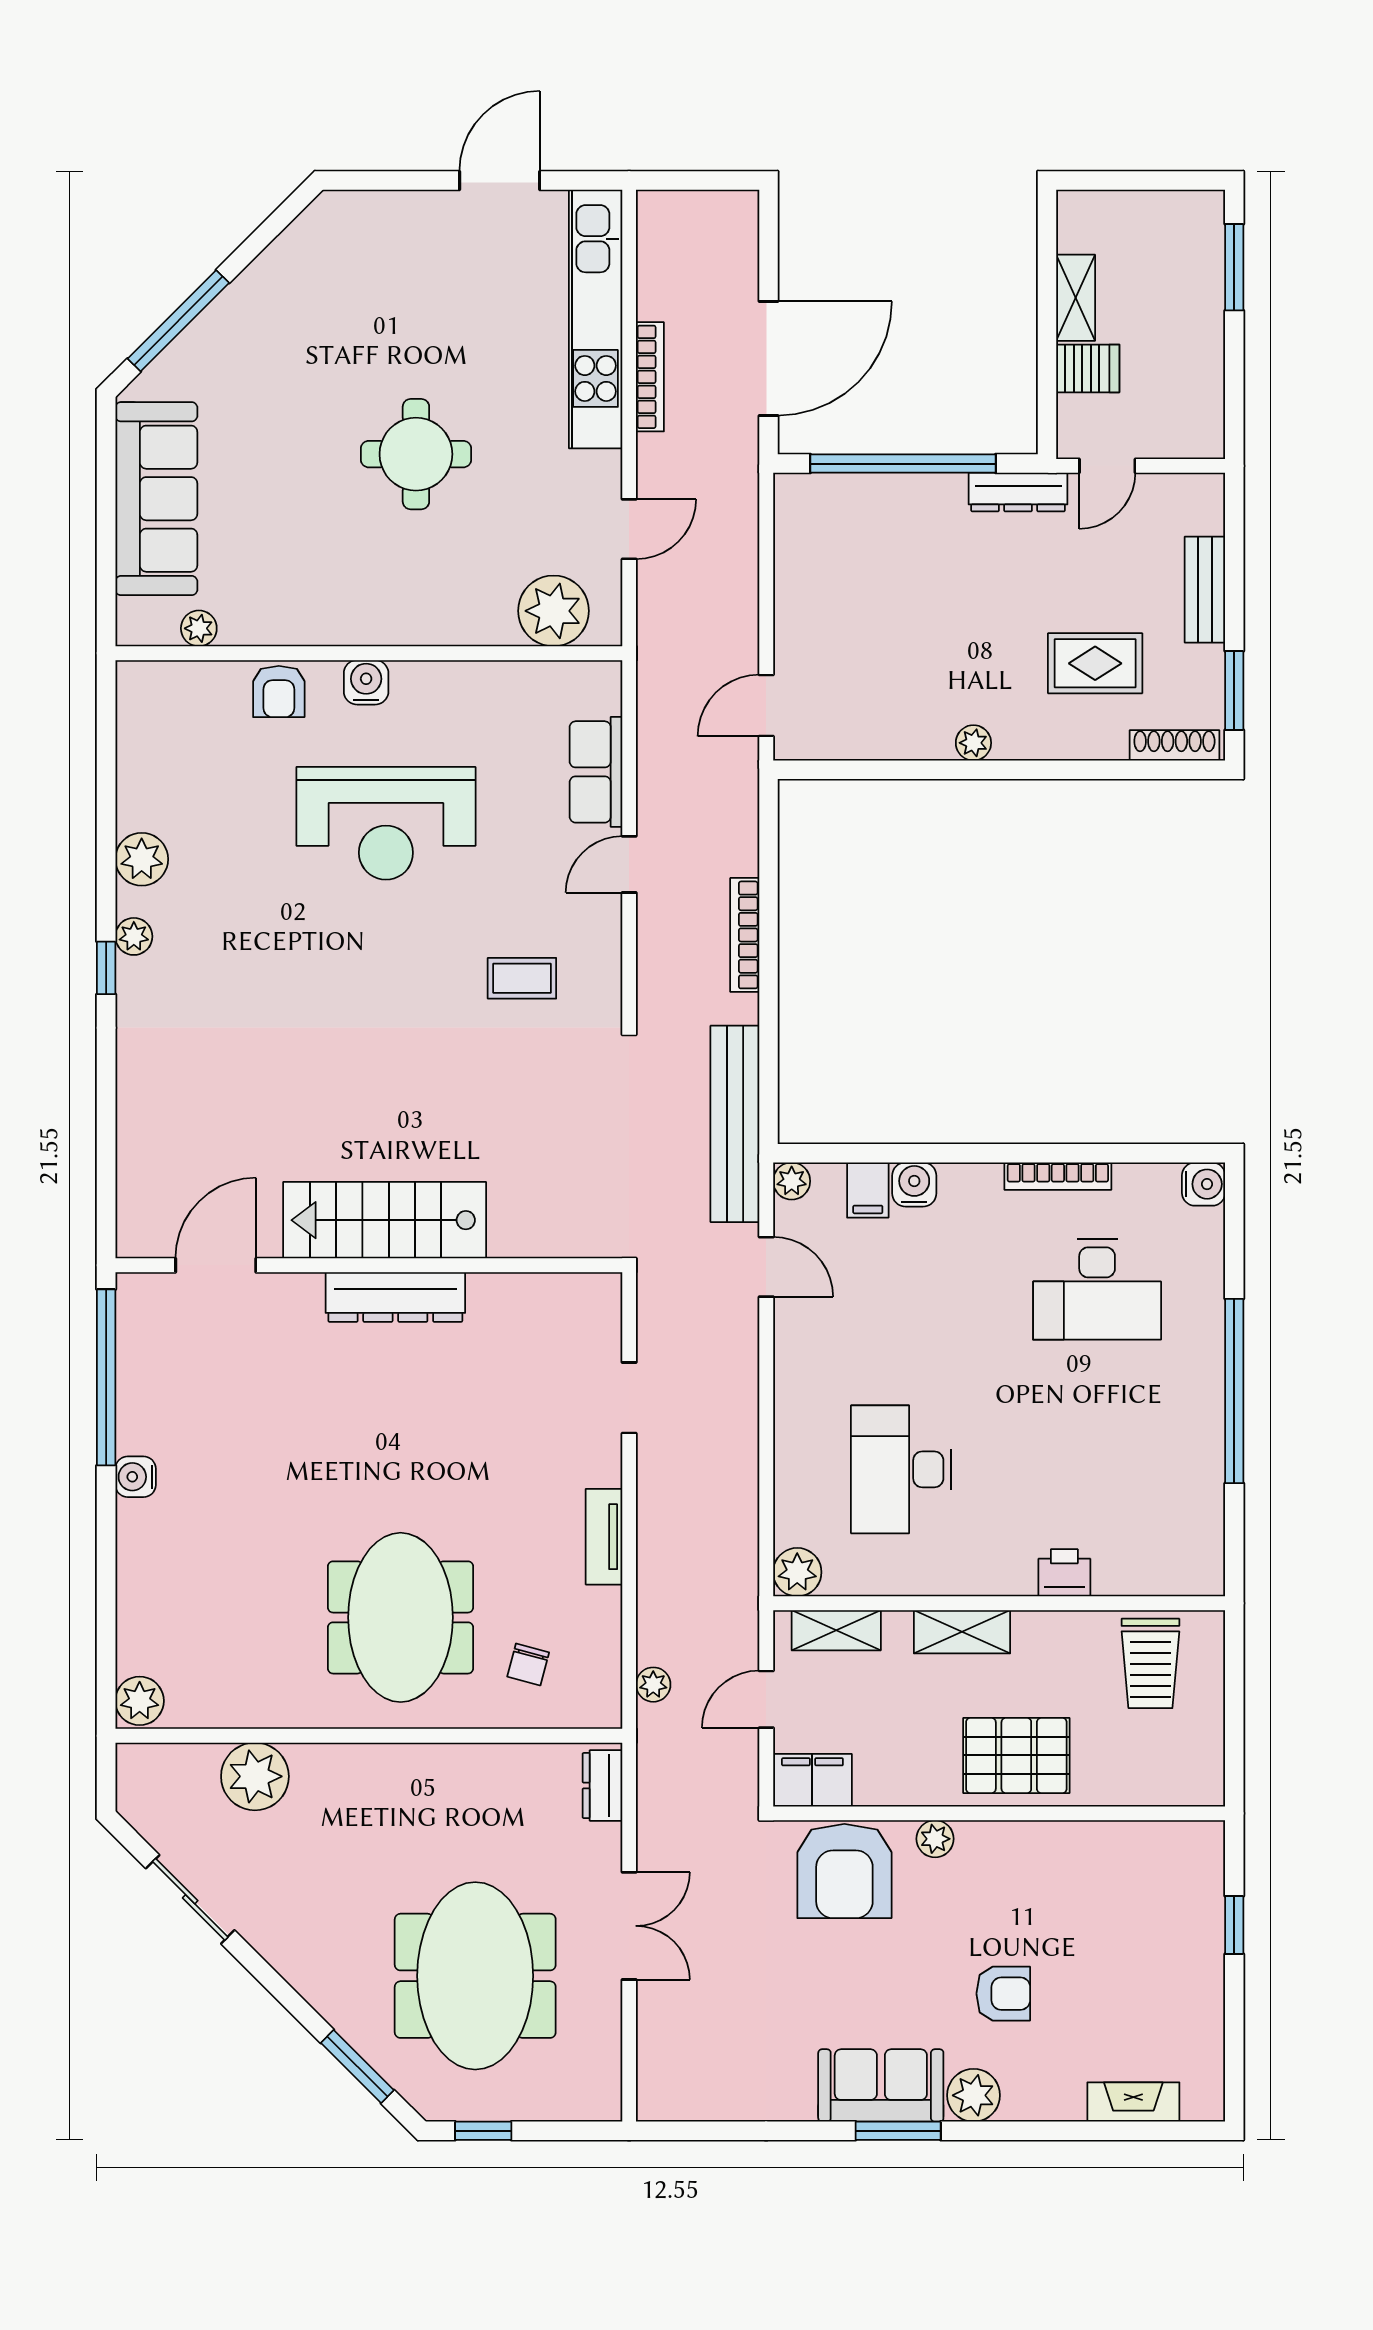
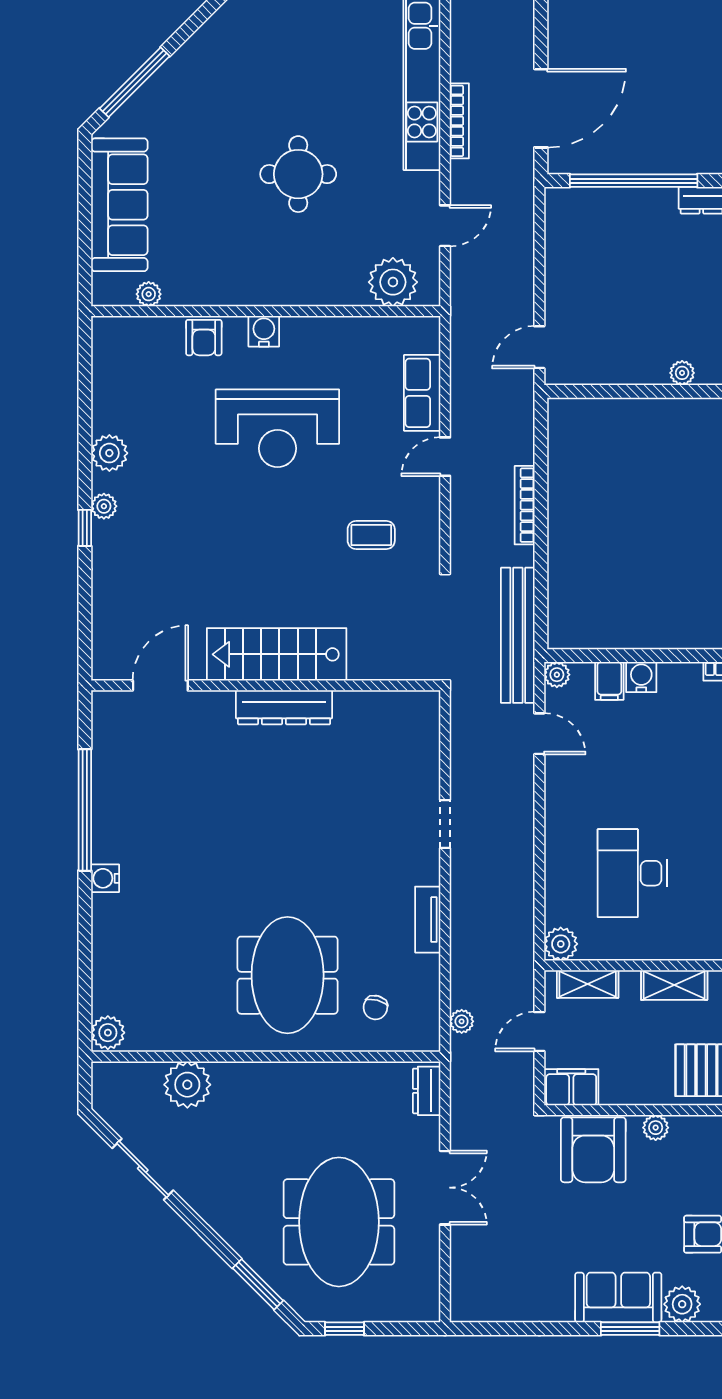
stairs: (385, 1220) -> (277, 654), moved
door: (216, 1265) -> (160, 685), moved
wall: (369, 1265) -> (266, 685), moved
dresser: (395, 1297) -> (284, 707), moved

